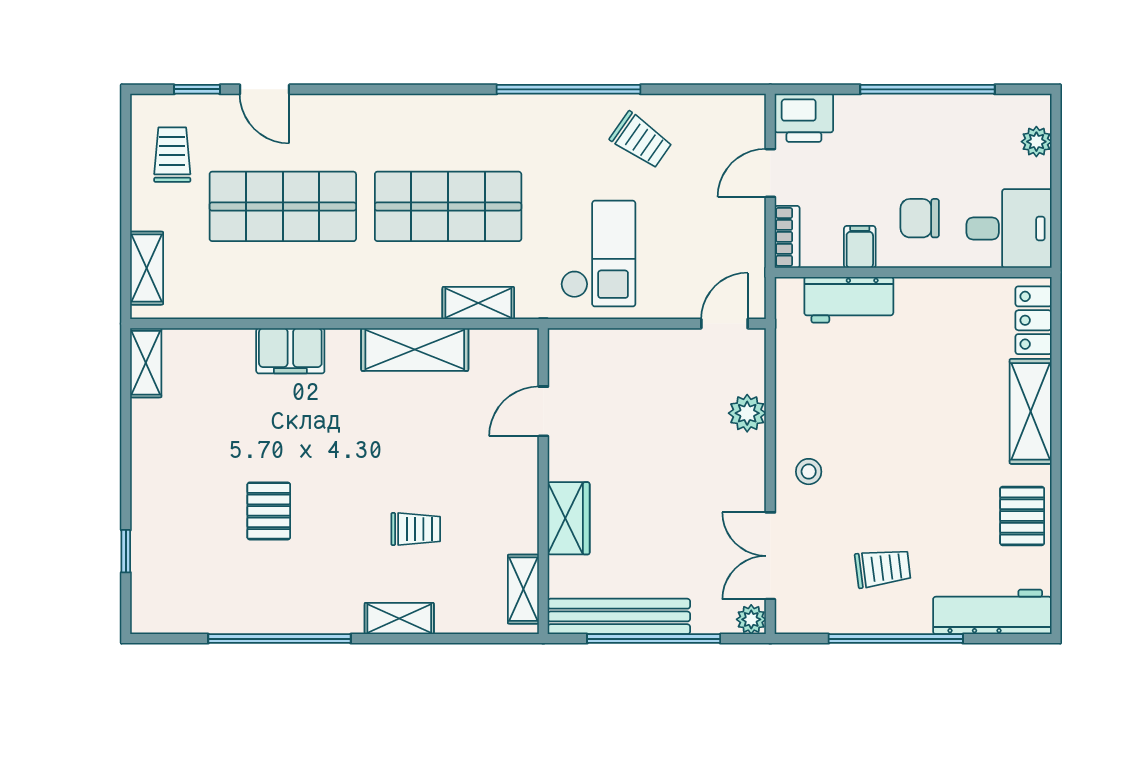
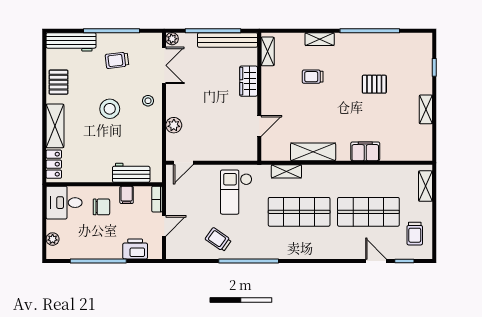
printer: (804, 118) -> (135, 249), moved
shelving: (146, 363) -> (426, 109), moved
stool: (900, 452) -> (110, 109), added
pallet: (269, 511) -> (374, 84), turned 90

